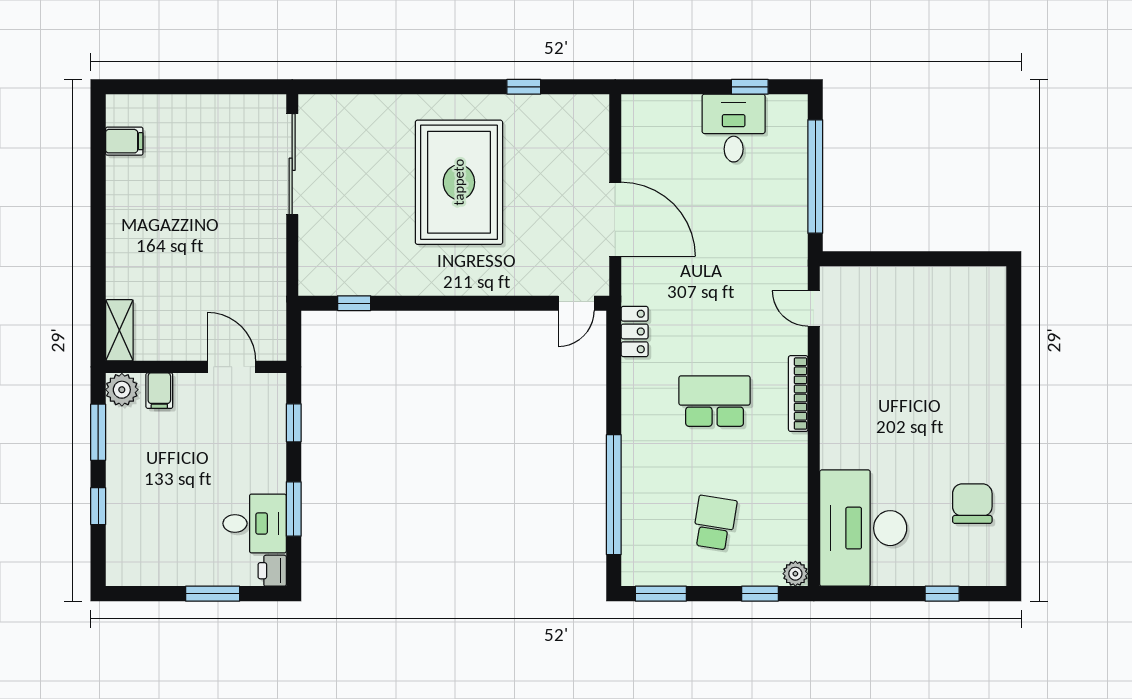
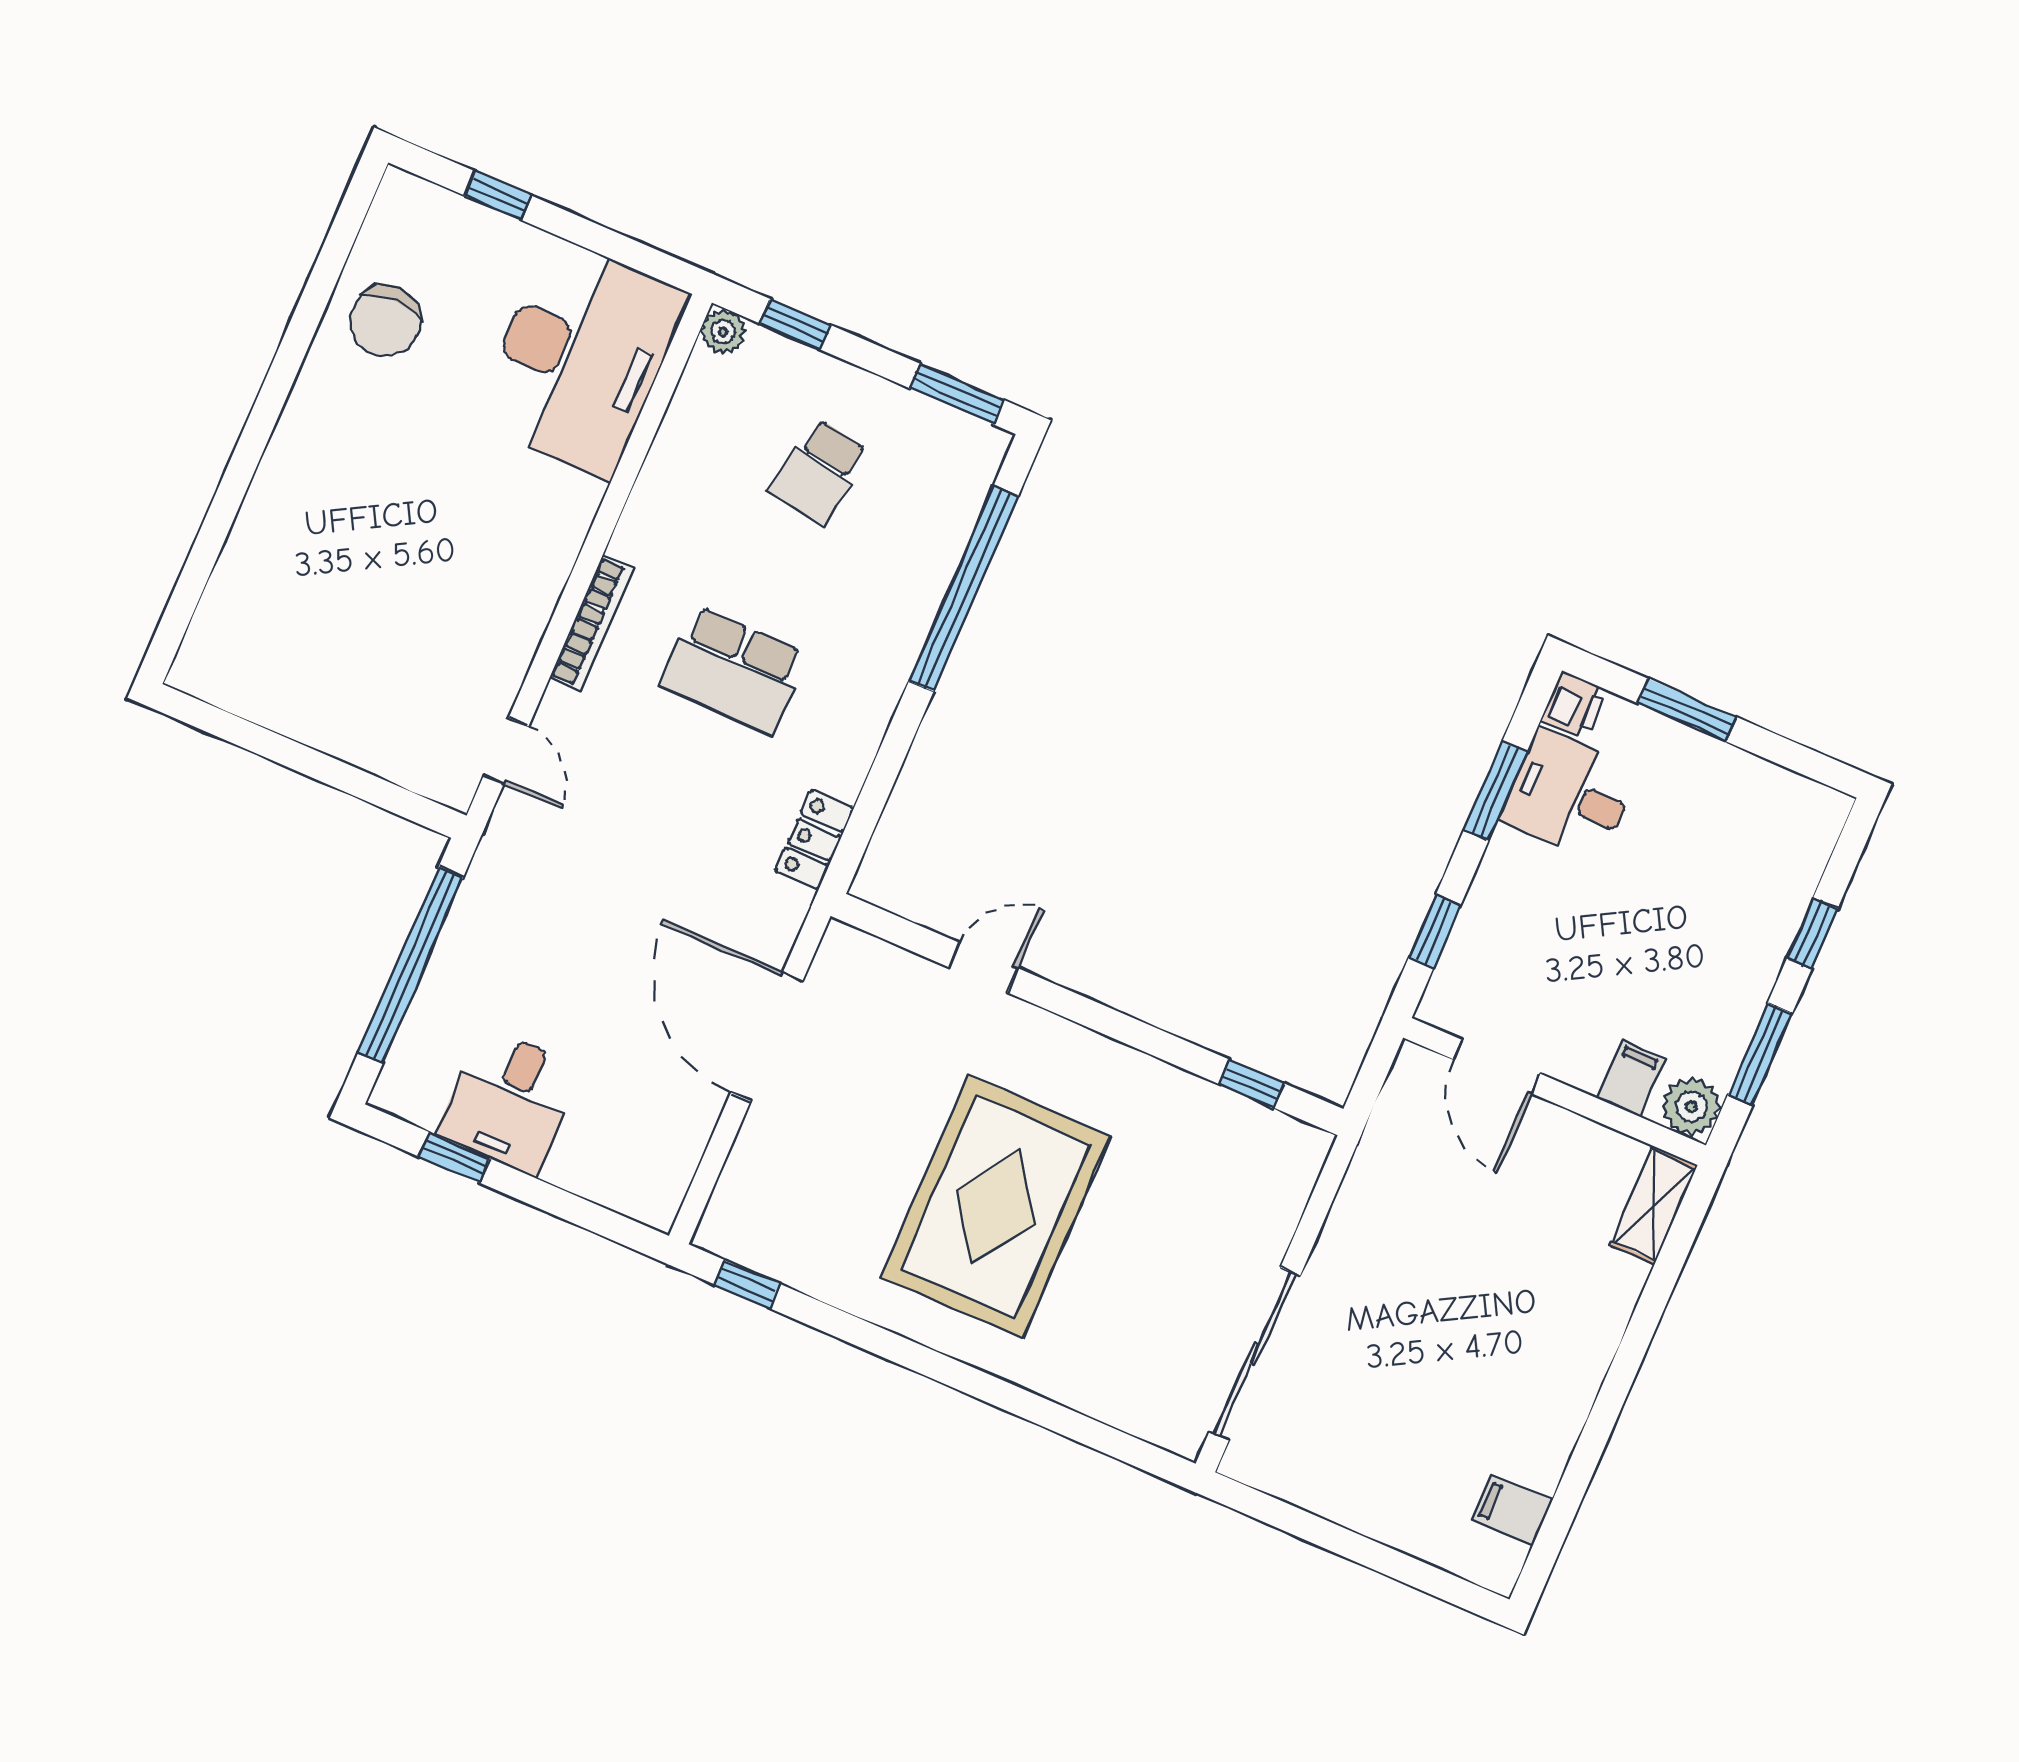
window: (524, 87) -> (747, 1284), moved
door: (576, 303) -> (984, 968), moved

